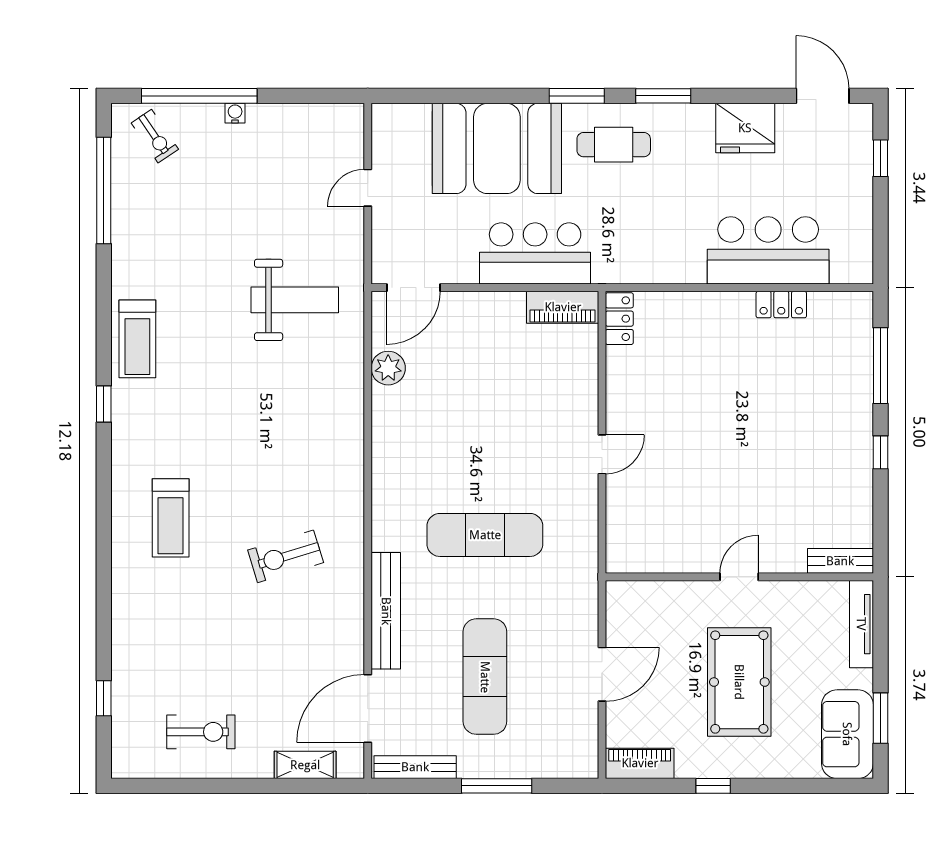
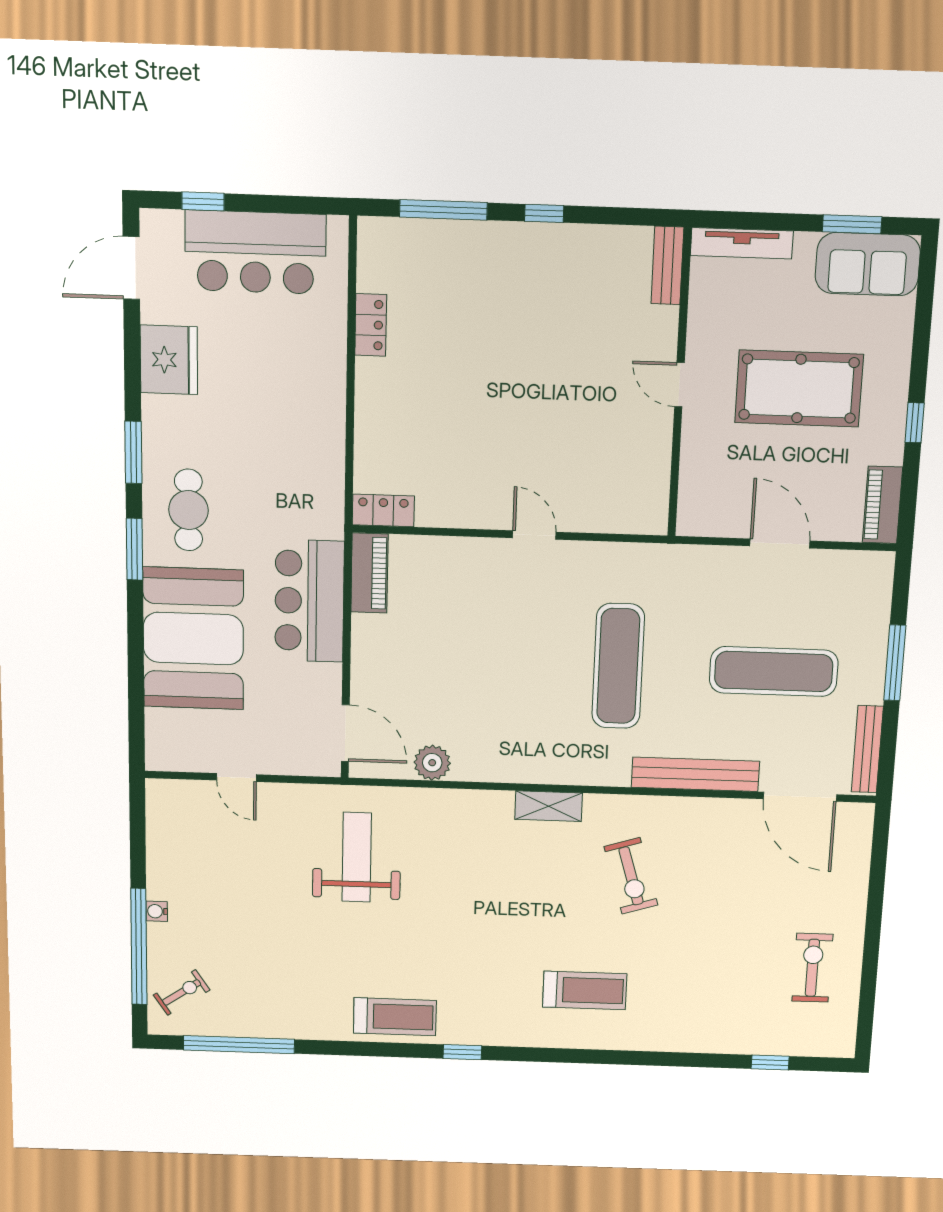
bar counter: (768, 250) -> (255, 252), moved, turned -90
shelving: (305, 765) -> (549, 806), moved, turned 90

